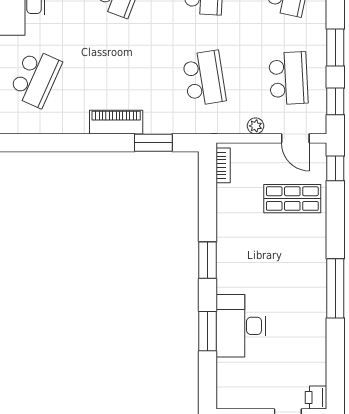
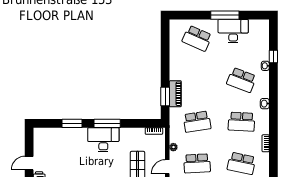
piano: (116, 122) -> (175, 94), moved
window: (207, 260) -> (107, 123), width x1.44
desk: (241, 326) -> (103, 140), moved

